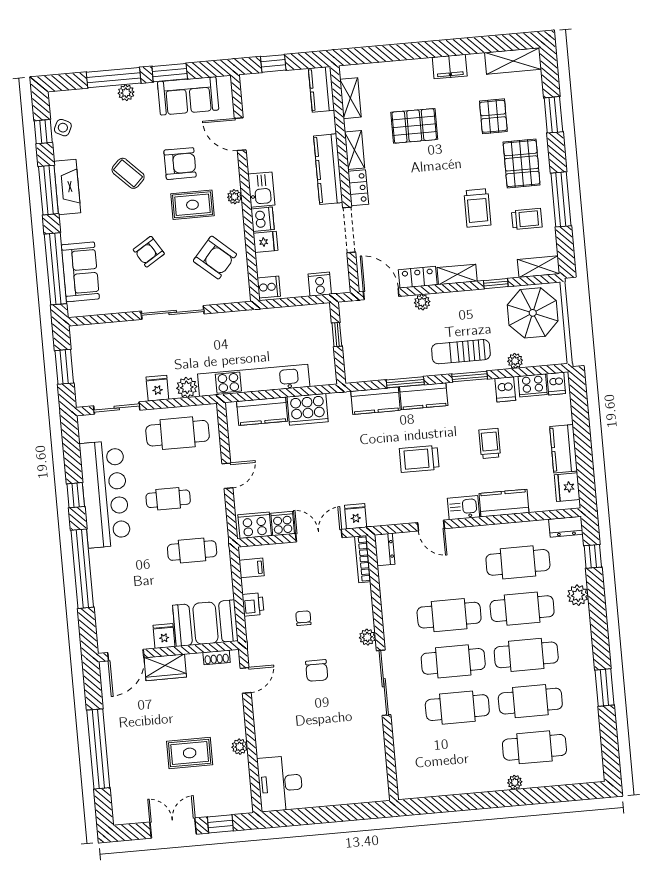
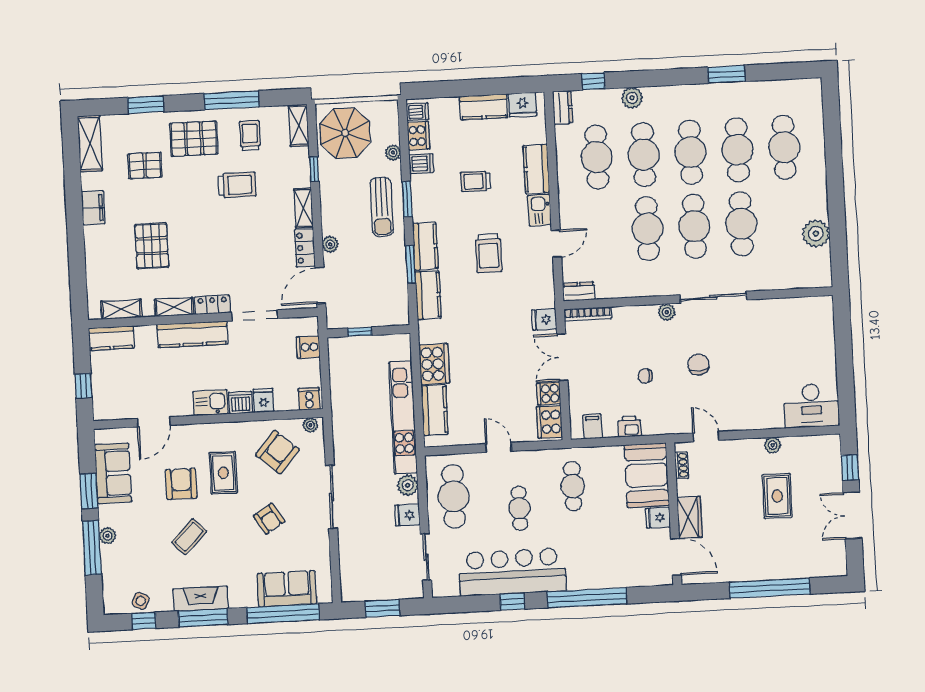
plant: (235, 197) -> (310, 425), moved
chair: (317, 670) -> (699, 365), turned -96
plant: (515, 782) -> (816, 234), moved, width x1.88, depth x1.88

